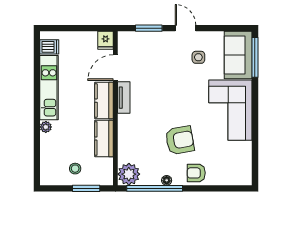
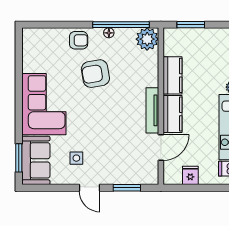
fridge: (106, 40) -> (190, 175), moved
window: (255, 57) -> (19, 158), width x0.69
tv unit: (124, 98) -> (152, 110), width x1.41
stool: (75, 169) -> (202, 45), removed

